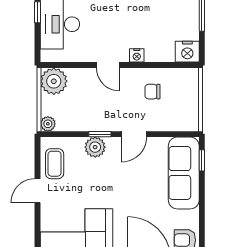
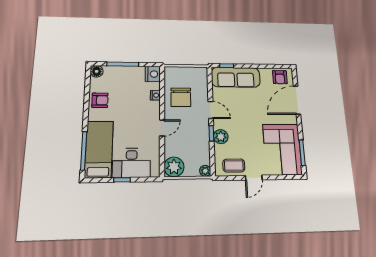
nightstand: (137, 55) -> (155, 95), moved
chair: (152, 92) -> (181, 97), width x1.87, depth x1.87
door: (38, 191) -> (254, 178), hinge flipped

